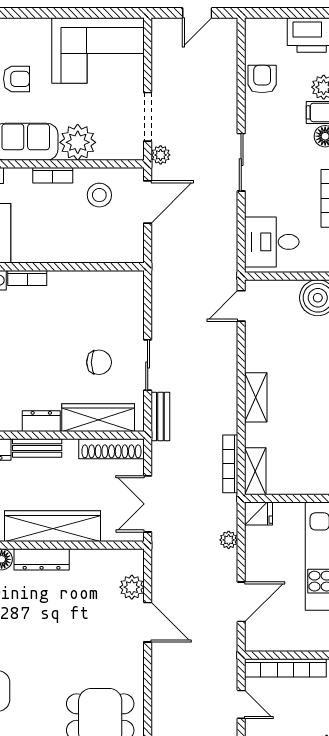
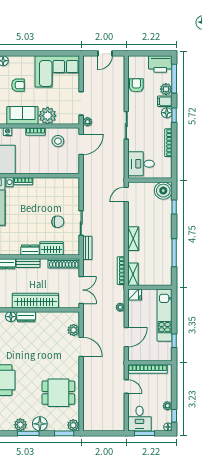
wardrobe: (98, 418) -> (52, 248), width x0.67
double door: (148, 504) -> (81, 290), swing flipped
dresser: (42, 559) -> (26, 317), width x0.70

